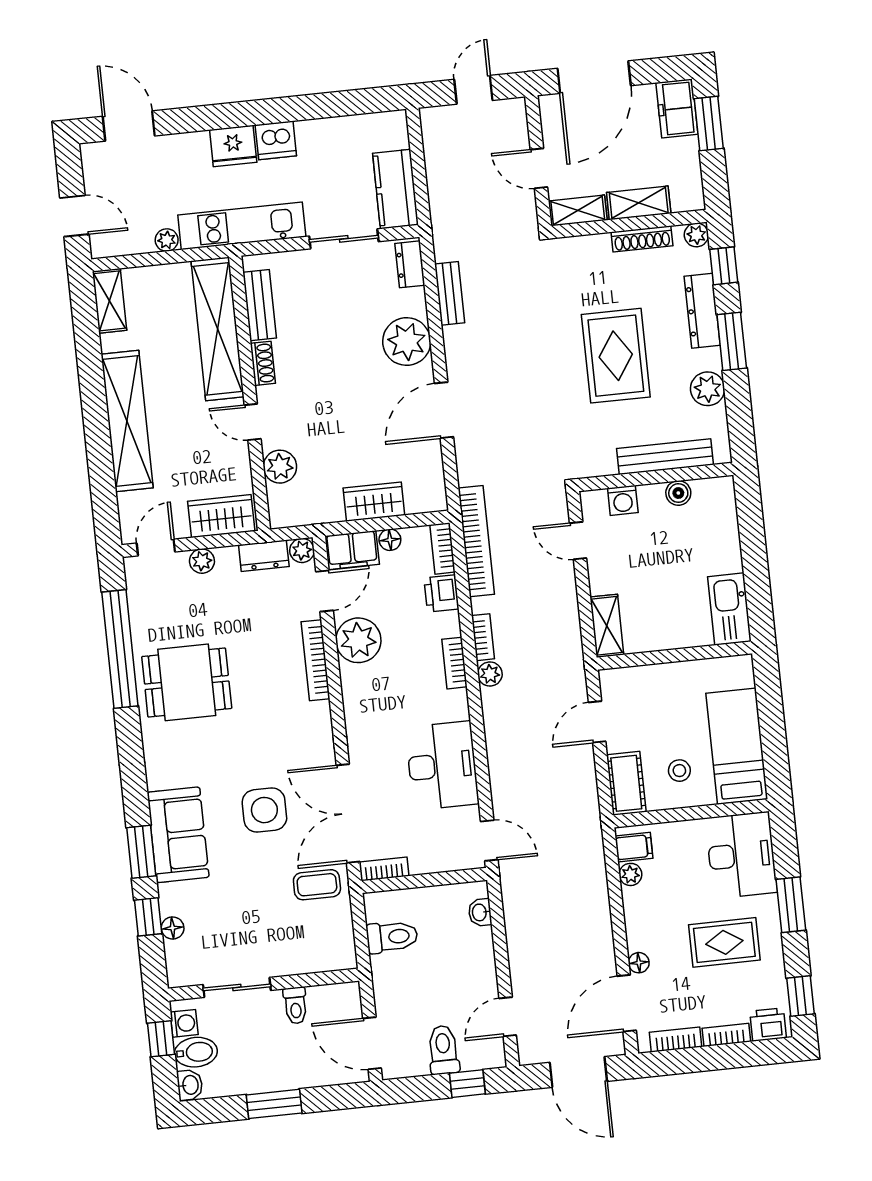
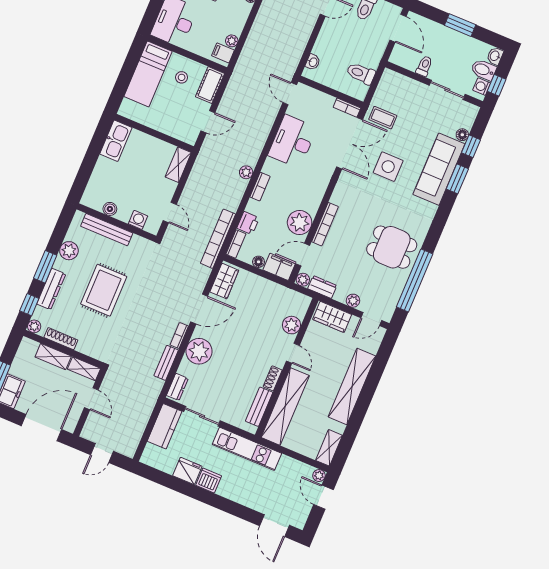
fridge: (233, 146) -> (187, 471), moved
plant: (167, 240) -> (319, 476), moved
wardrobe: (374, 502) -> (224, 281), moved, turned -90
bookcase: (483, 637) -> (179, 335), moved
sofa: (178, 835) -> (439, 169), width x1.36

